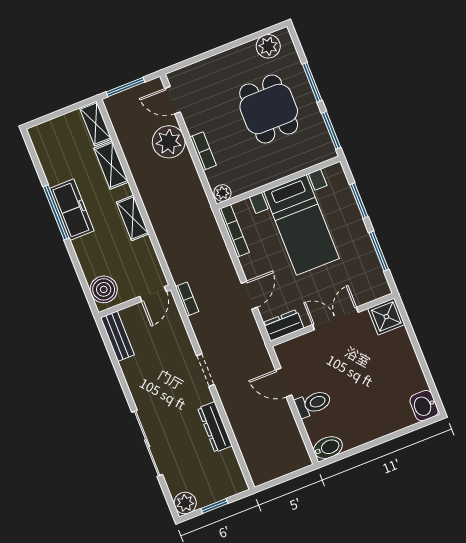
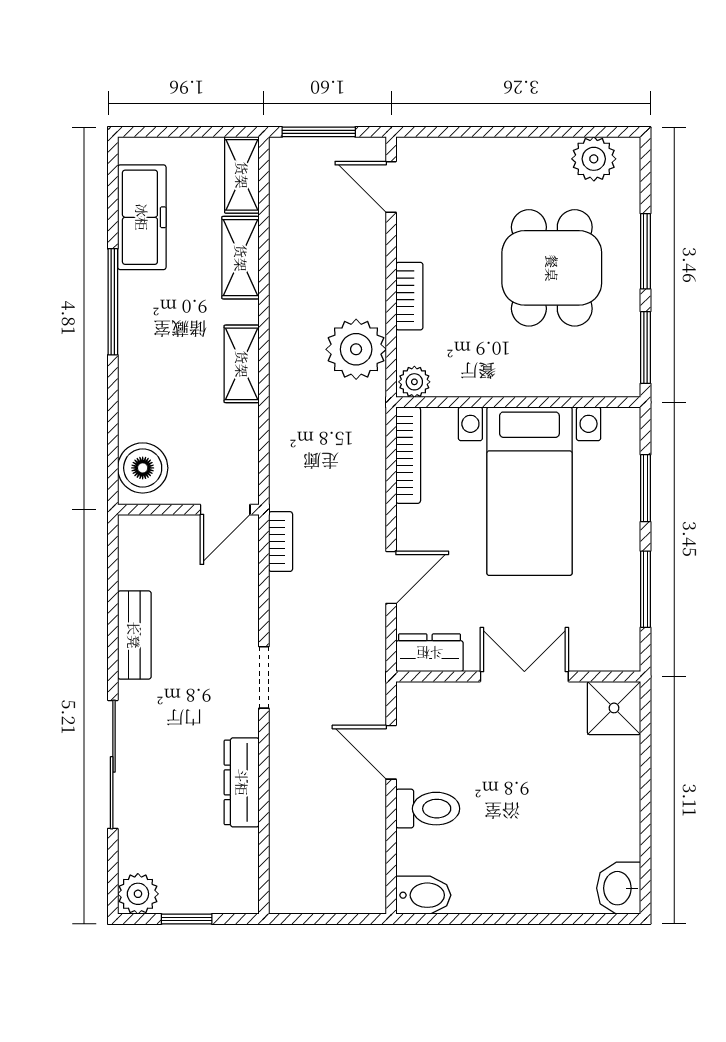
plant: (169, 142) -> (356, 349), moved
freezer: (72, 210) -> (142, 217), moved
bench: (117, 336) -> (134, 635), moved

